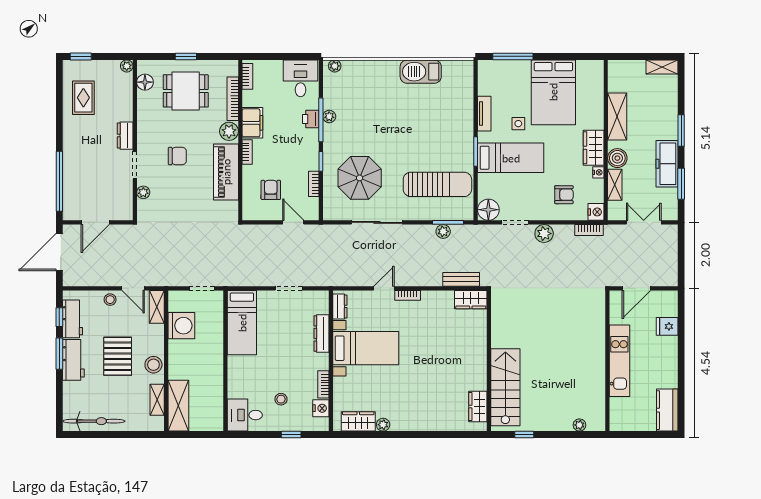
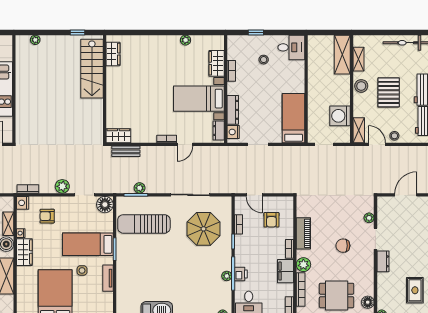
piano: (226, 172) -> (303, 233), width x0.73, depth x0.75
nightstand: (321, 408) -> (233, 132), moved
wardrobe: (358, 421) -> (217, 63), moved, turned 90

